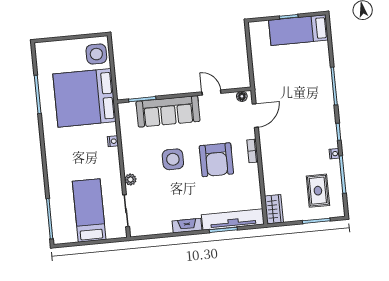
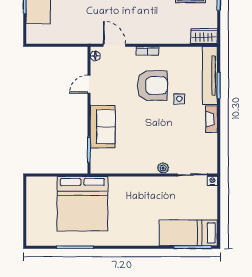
side table: (96, 54) -> (42, 189), removed
sofa: (168, 111) -> (103, 127), width x0.73
nightstand: (113, 141) -> (212, 181), moved
side table: (173, 159) -> (179, 99), moved, width x0.54, depth x0.54
bed: (89, 210) -> (188, 233), moved

